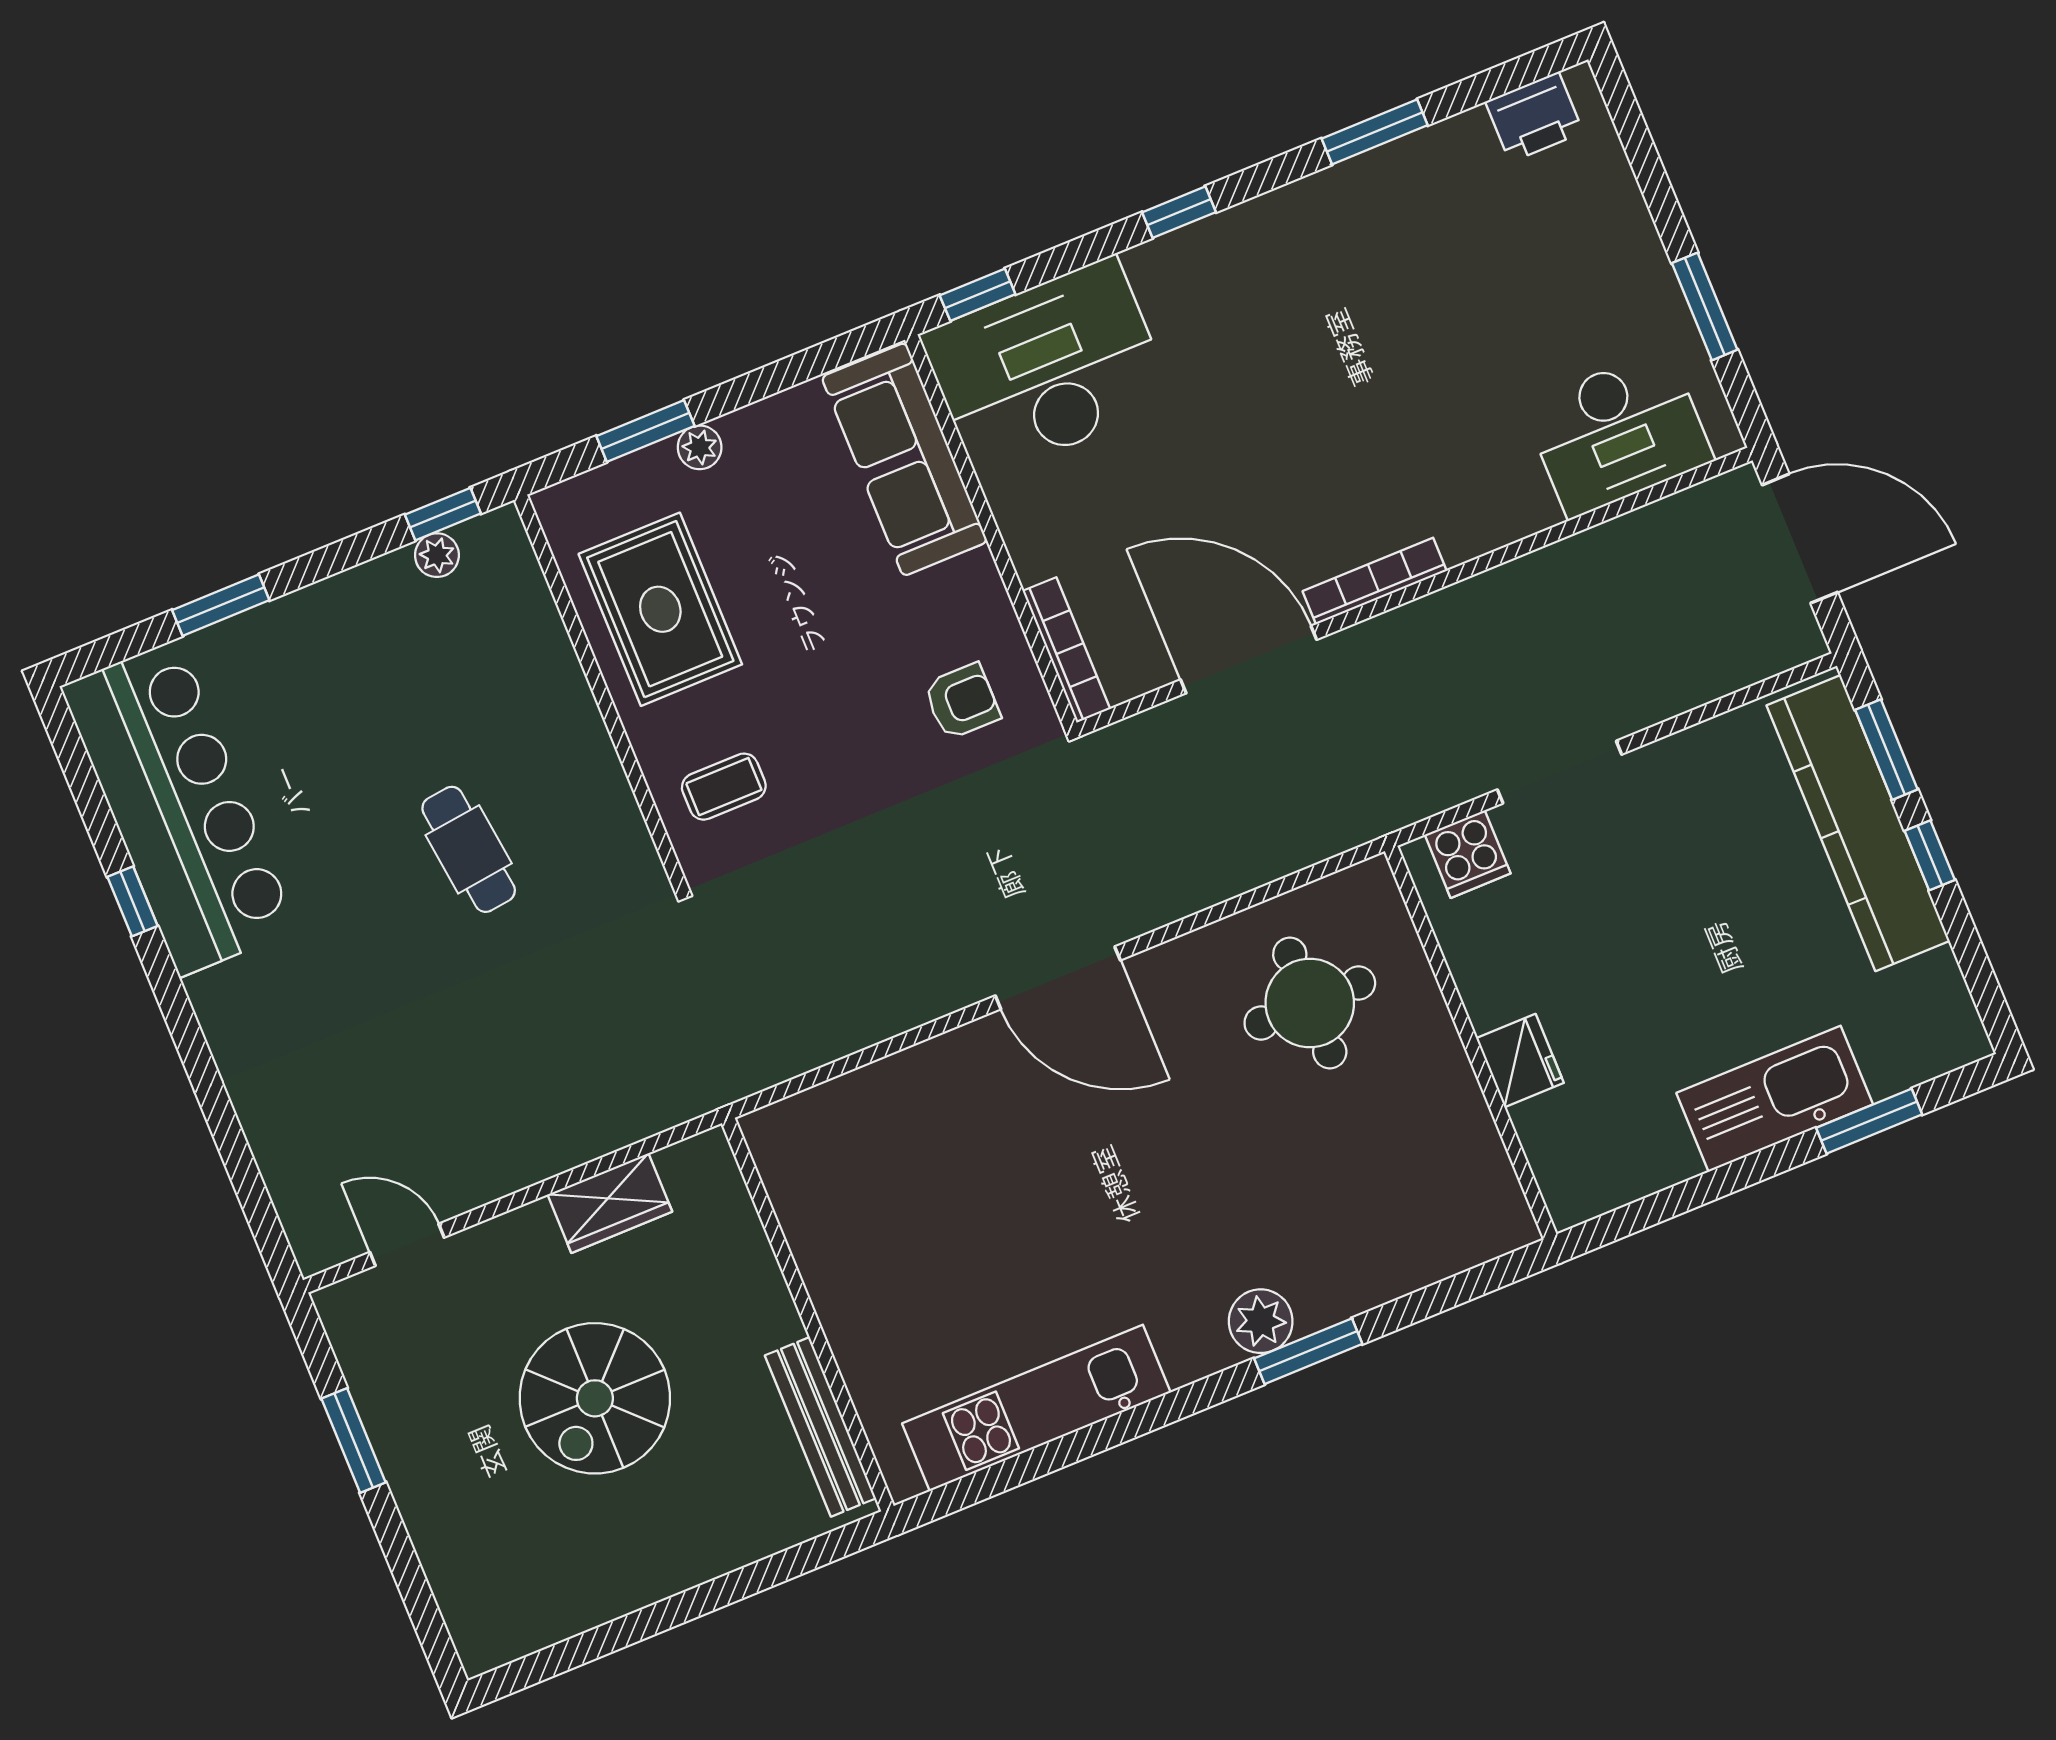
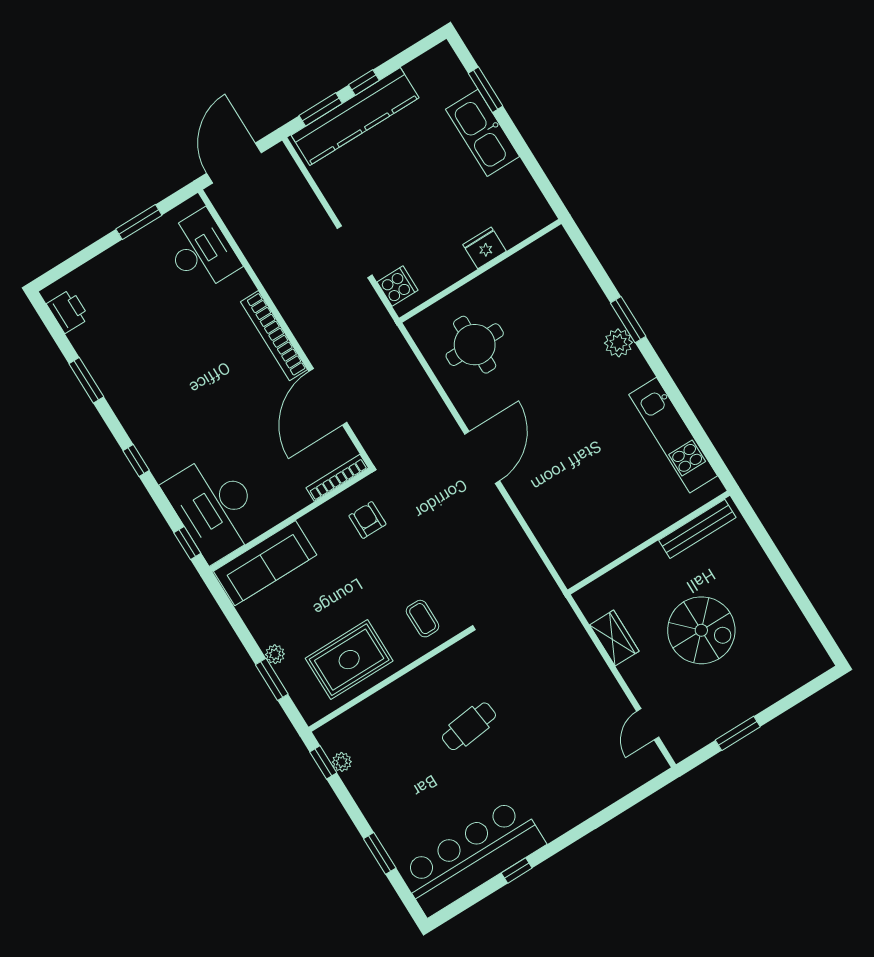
bookcase: (1375, 581) -> (274, 336), width x1.48, depth x1.31

